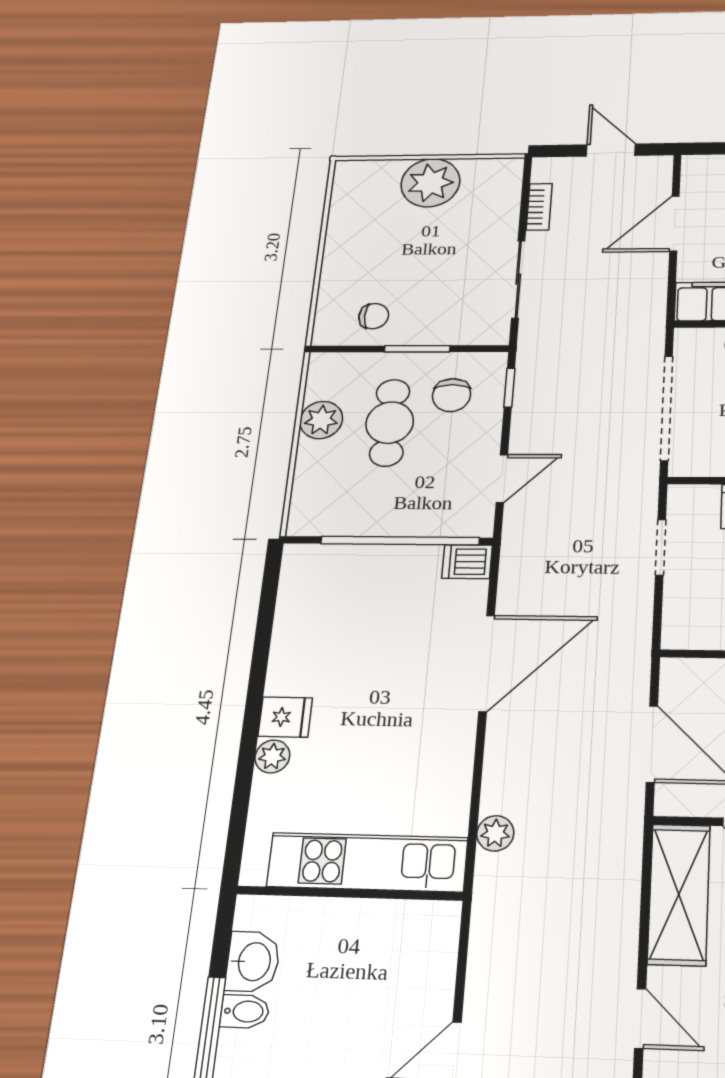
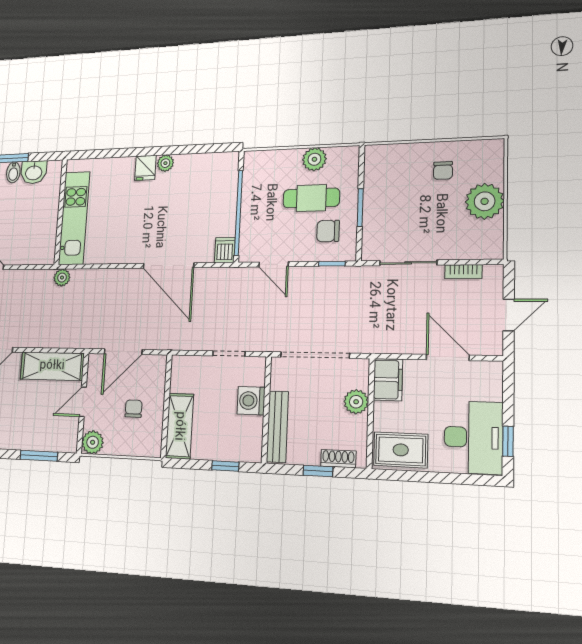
chair: (374, 316) -> (443, 171), moved
plant: (272, 756) -> (165, 163), moved
plant: (495, 833) -> (62, 278), moved

